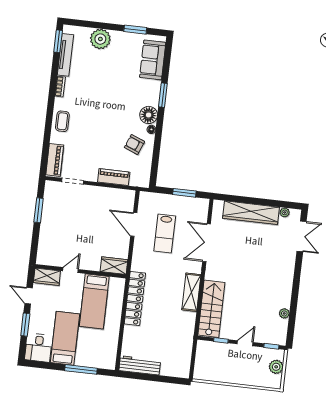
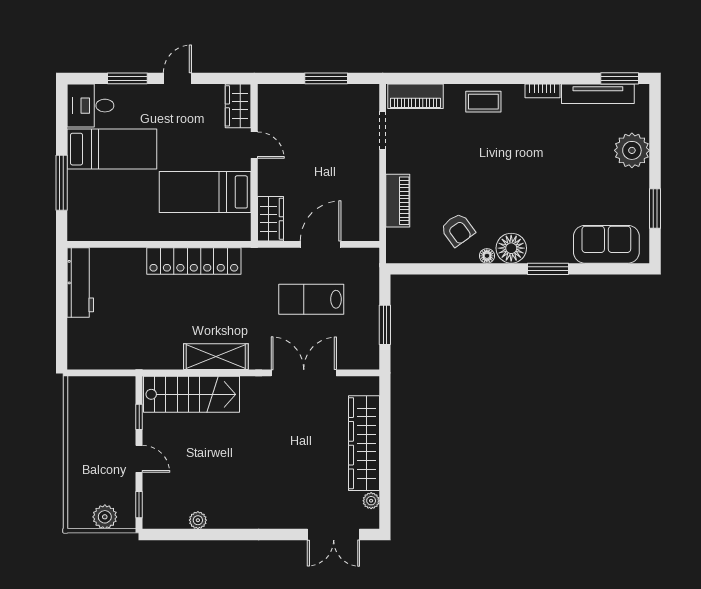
armchair: (134, 145) -> (458, 230), turned 122
wardrobe: (114, 266) -> (271, 219), moved
door: (70, 270) -> (254, 145), moved
wall: (81, 271) -> (254, 162), moved
wardrobe: (47, 277) -> (238, 106), moved
bed: (94, 301) -> (205, 192), moved

